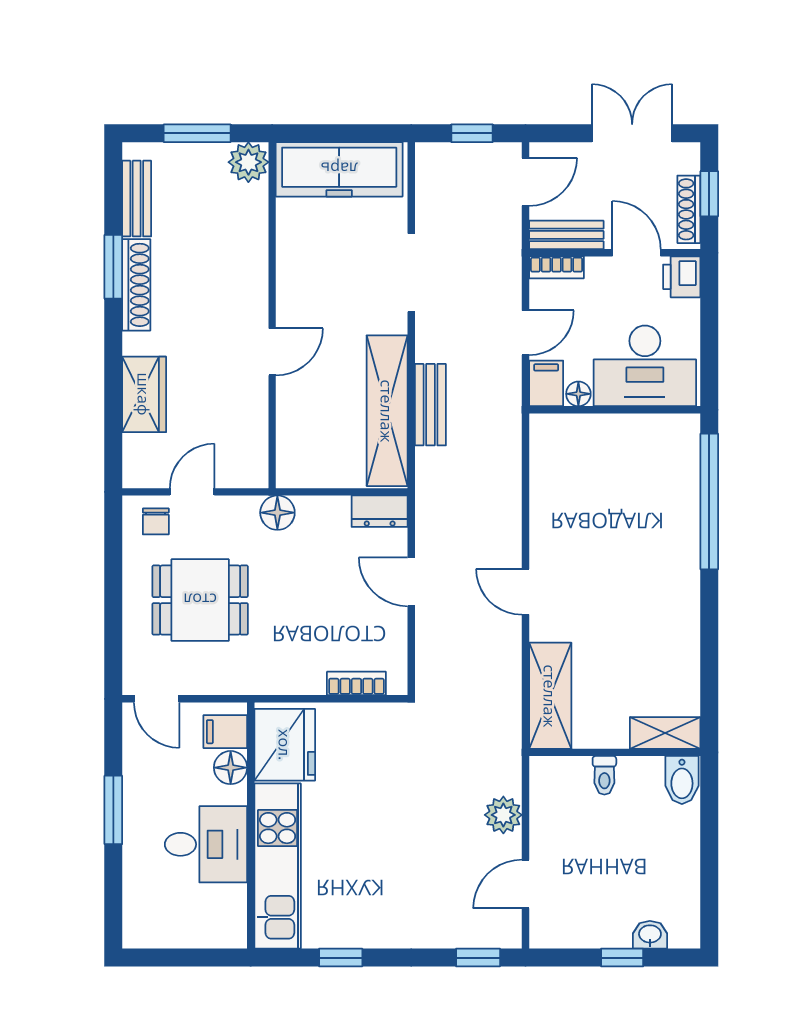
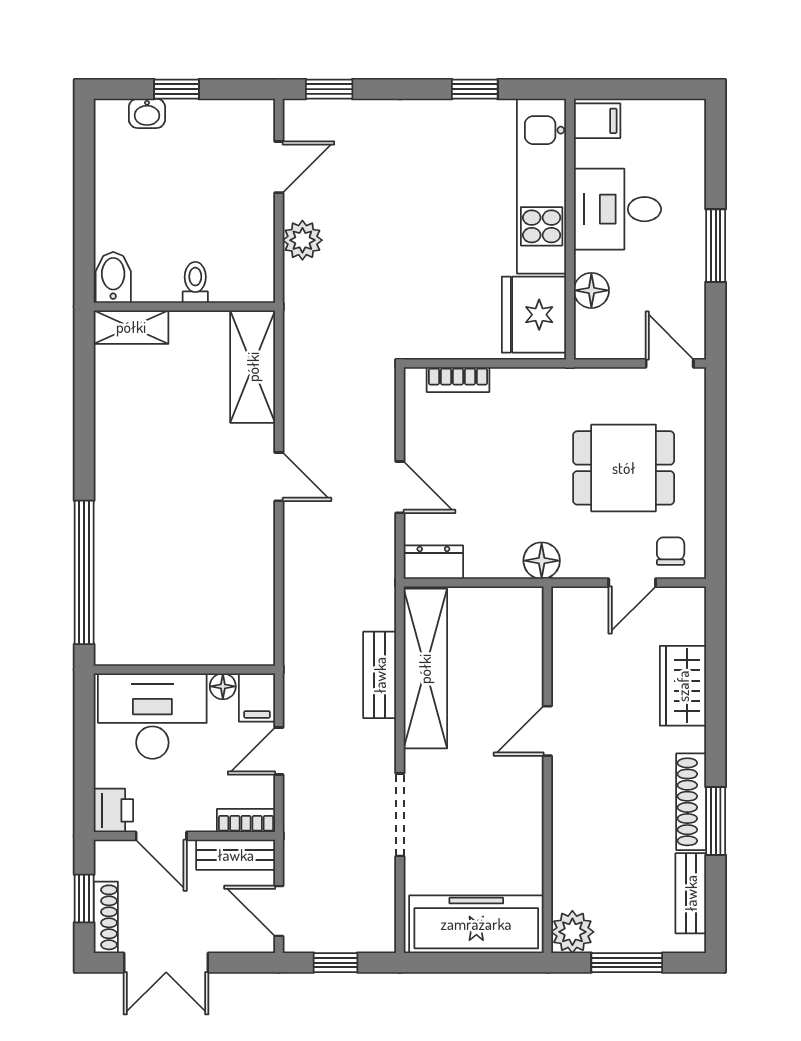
door: (525, 182) -> (279, 911), hinge flipped
shoe rack: (689, 209) -> (106, 917), moved
filing cabinet: (225, 732) -> (597, 121), moved

